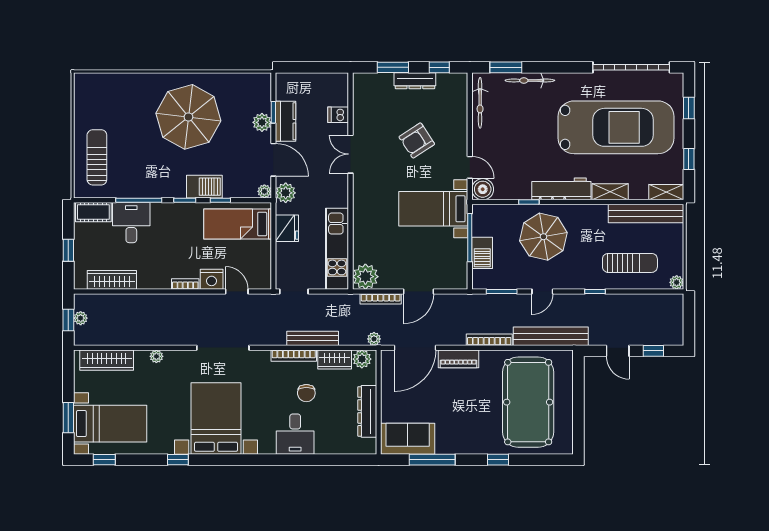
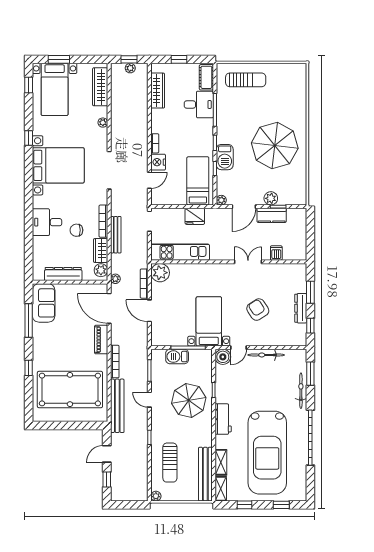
garage door: (631, 67) -> (310, 438), moved
bicycle: (480, 103) -> (266, 355), moved
workbench: (561, 189) -> (223, 419), width x0.73
shelving: (610, 192) -> (221, 462), moved
plant: (286, 193) -> (220, 215), removed

